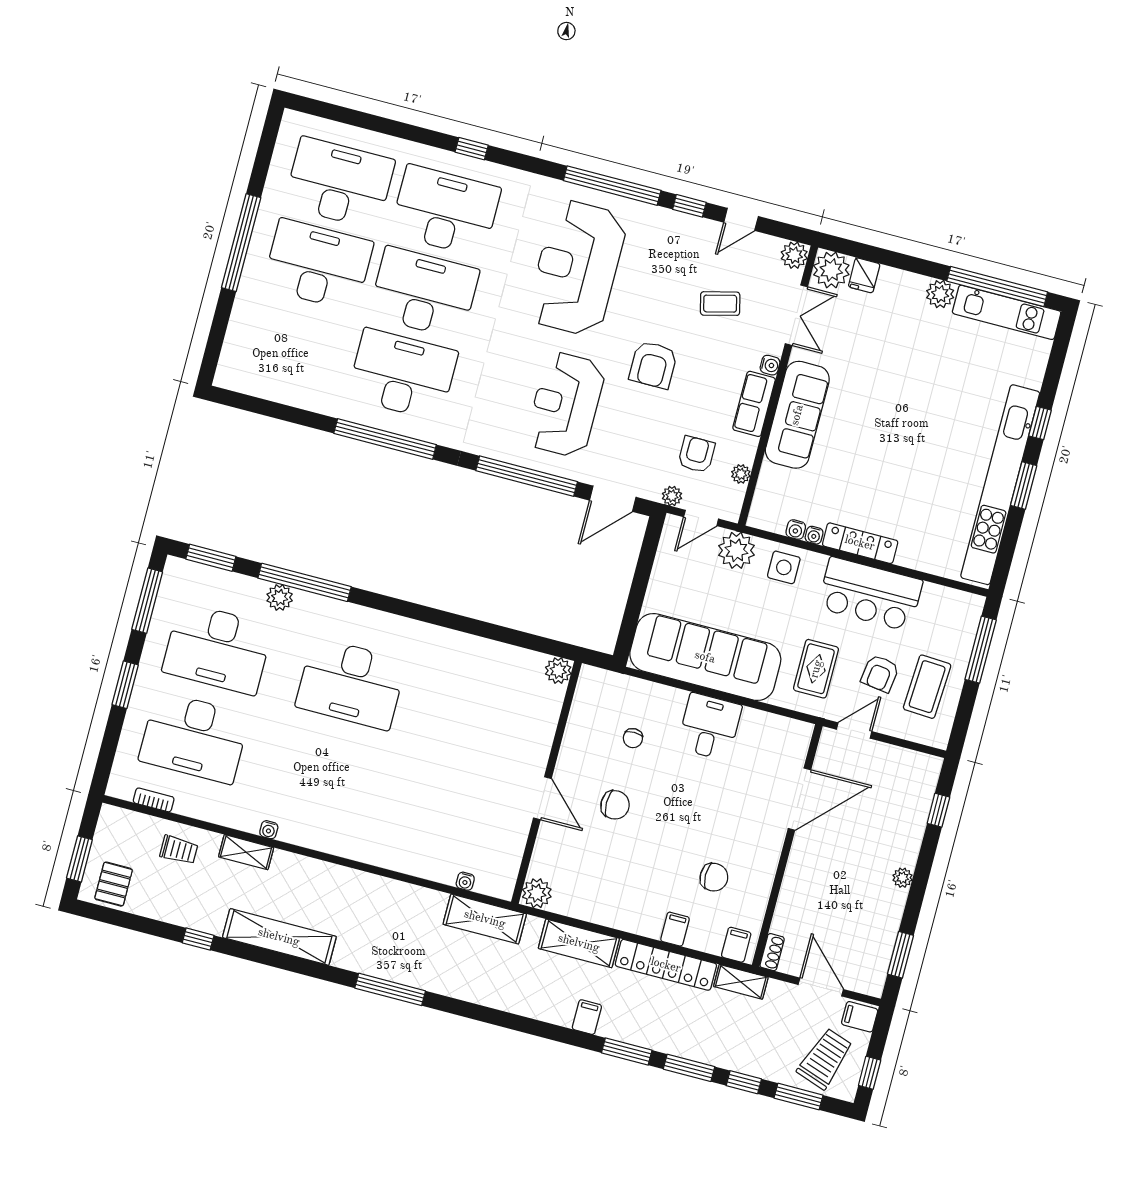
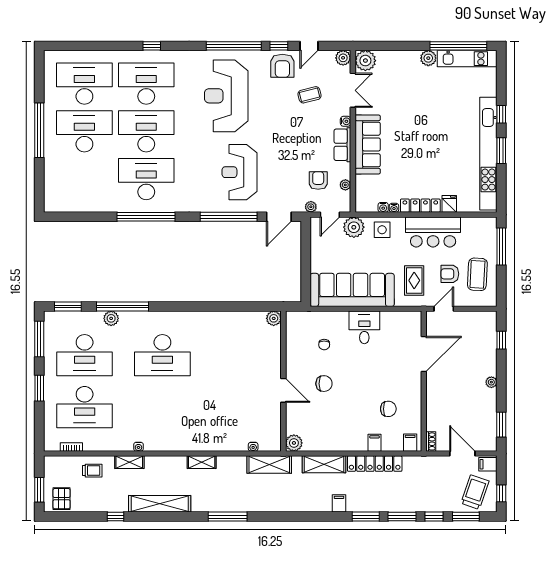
fridge: (864, 275) -> (449, 204), moved, turned 180
armchair: (653, 365) -> (282, 66), moved
armchair: (880, 673) -> (450, 274), turned 82
shelving: (741, 982) -> (202, 462), moved

